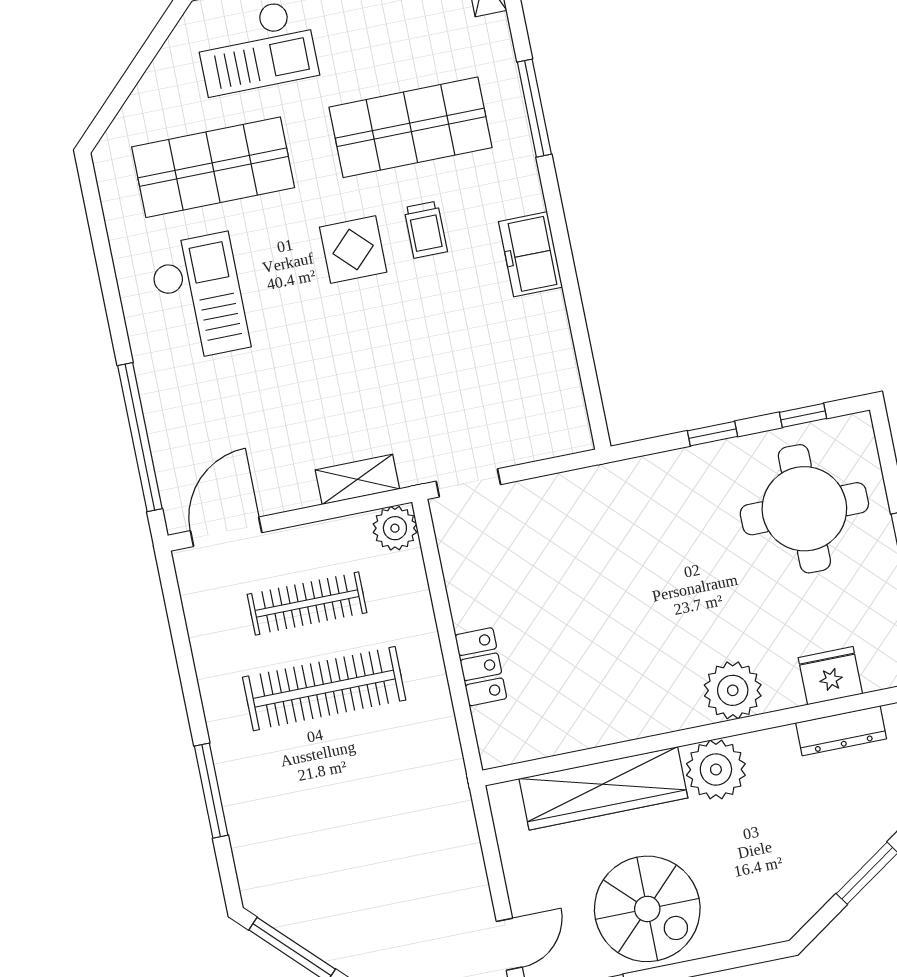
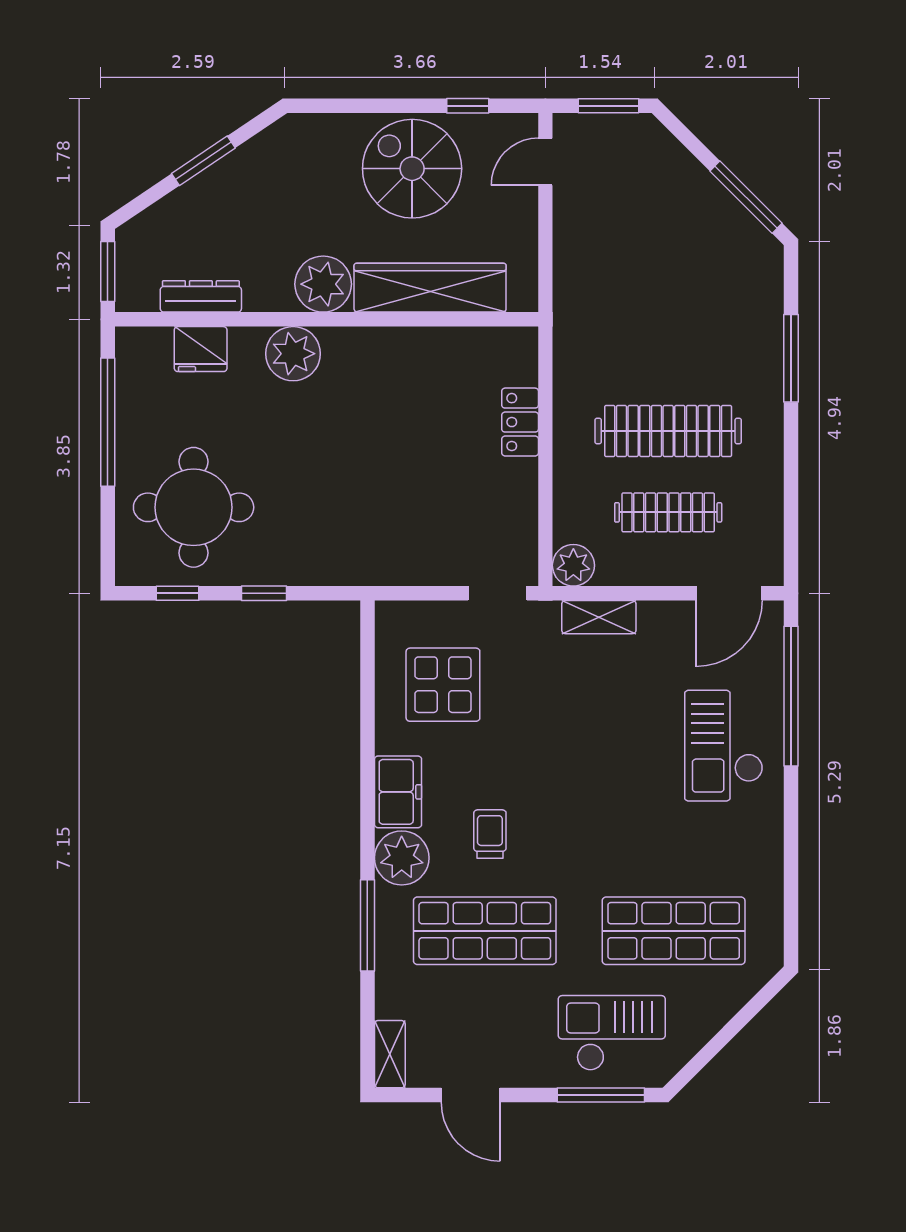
plant: (513, 186) -> (402, 858), added
display table: (353, 250) -> (443, 685), moved, width x1.36, depth x1.36
checkout: (199, 297) -> (724, 746), moved

